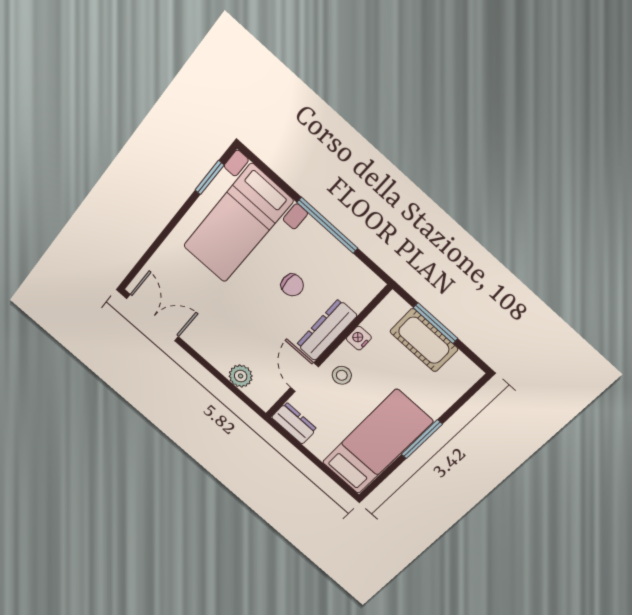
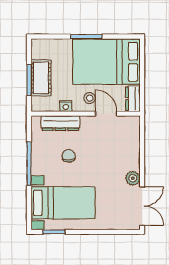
double door: (153, 318) -> (142, 206), swing flipped
dresser: (327, 330) -> (60, 123), moved
plant: (241, 376) -> (133, 178), moved
door: (304, 377) -> (106, 114), swing flipped
bed: (377, 442) -> (106, 62), width x1.50

